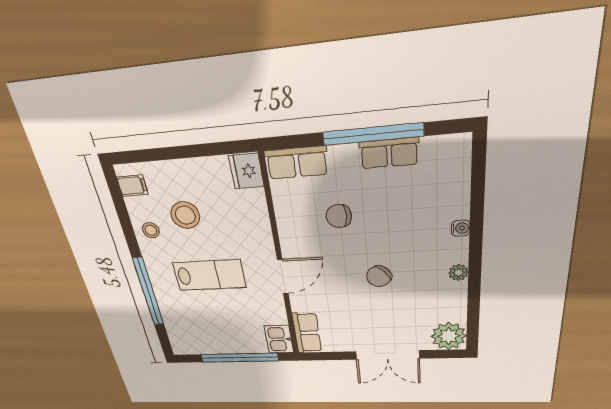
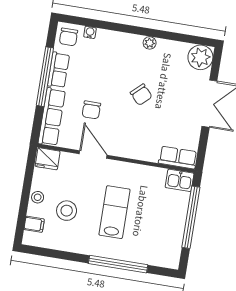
chair: (448, 155) -> (68, 37), added
row of seats: (297, 163) -> (52, 117), width x1.48
filing cabinet: (132, 186) -> (34, 224), moved, turned 90
water cooler: (461, 228) -> (90, 32), moved
stool: (151, 230) -> (38, 197), moved
door: (283, 277) -> (93, 155), moved

